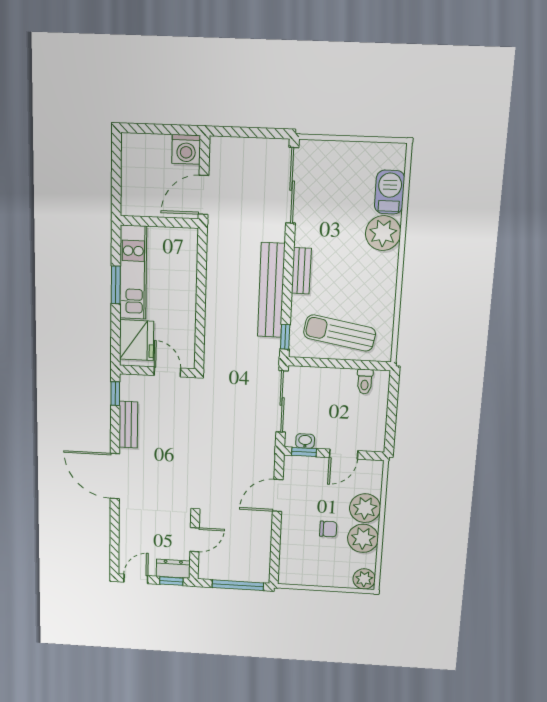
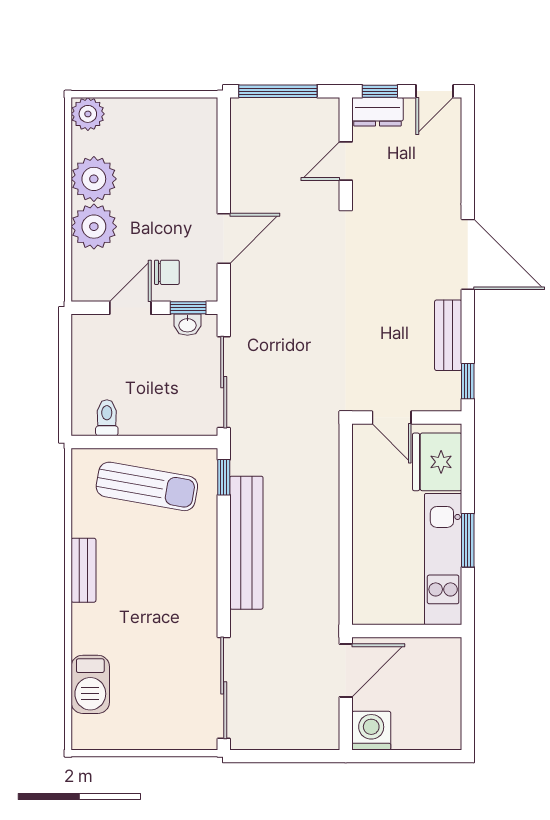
plant: (383, 233) -> (95, 629), removed
bench: (301, 271) -> (83, 570), moved
chair: (328, 529) -> (167, 272), moved, turned 180

